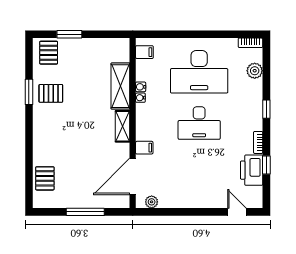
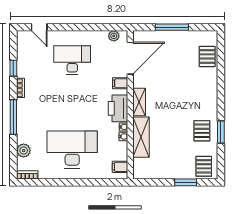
pallet: (51, 93) -> (202, 131), turned 90
window: (266, 109) -> (13, 117), width x2.17
desk: (199, 123) -> (72, 60), moved
printer: (252, 170) -> (118, 108), moved, turned 180

